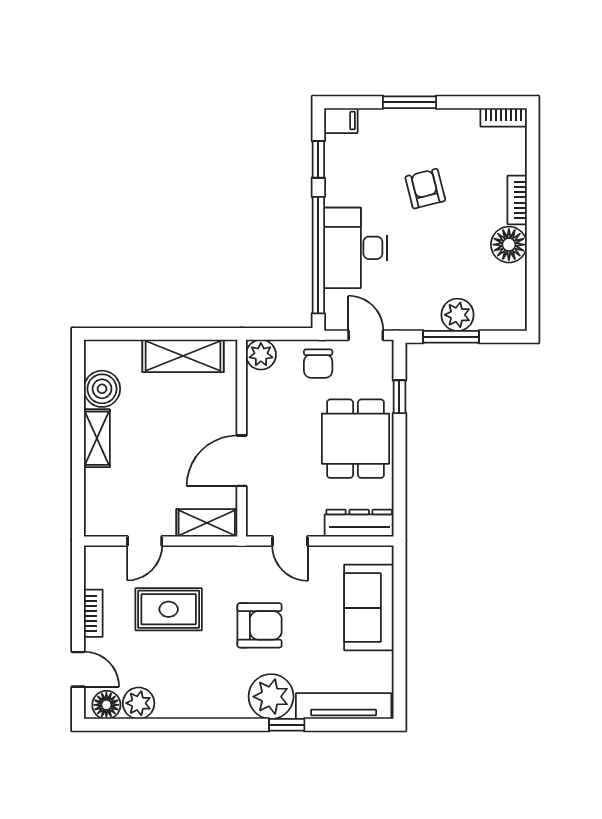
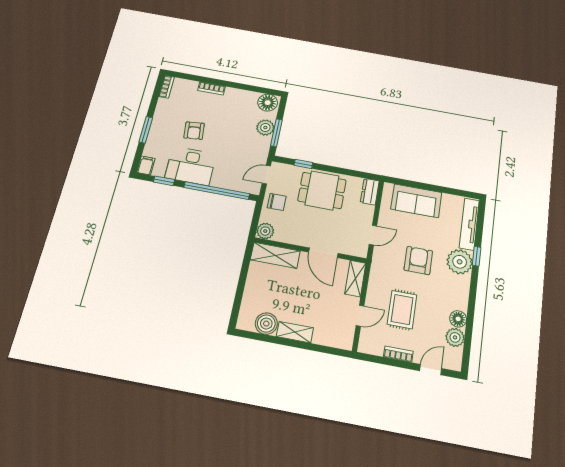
armchair: (425, 189) -> (194, 131), turned -82
floor lamp: (509, 245) -> (268, 103), moved
desk: (356, 248) -> (191, 166), moved
shelving: (183, 356) -> (275, 255), moved, turned 90
dresser: (359, 523) -> (370, 192), width x0.70
door: (145, 541) -> (360, 316), hinge flipped
floor lamp: (106, 705) -> (458, 319), moved

